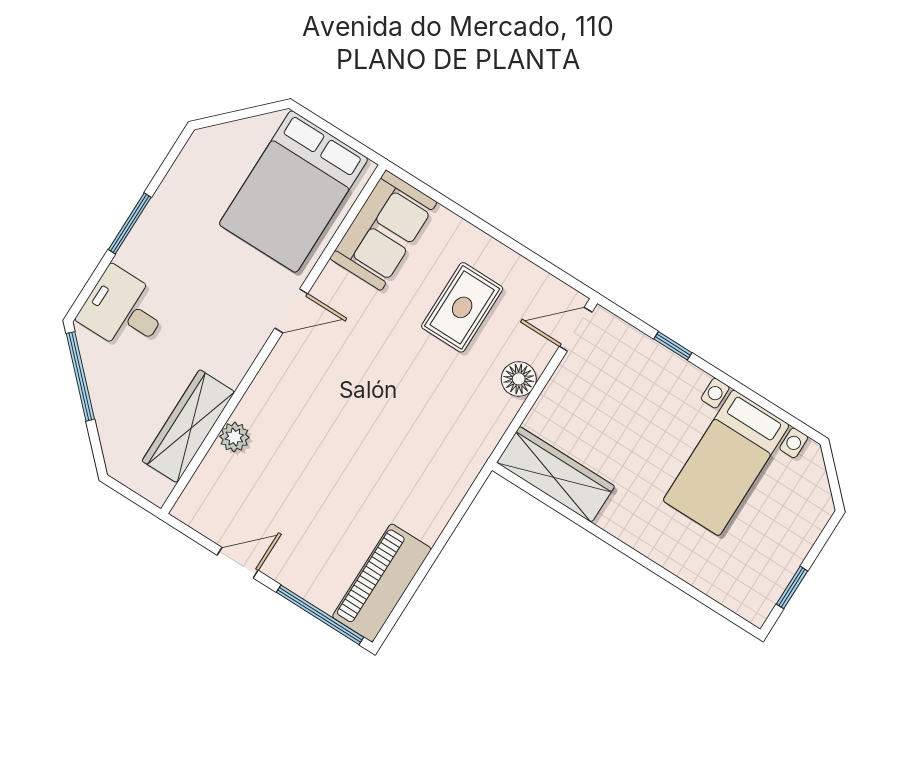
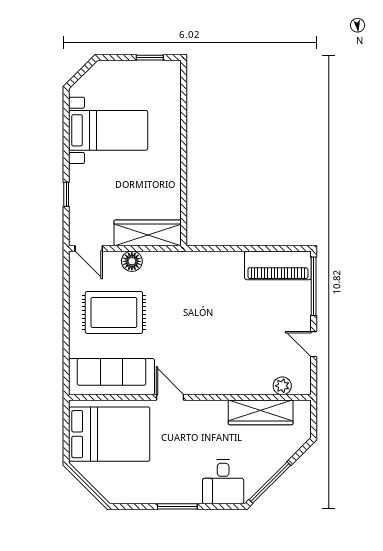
sofa: (383, 230) -> (111, 377), width x1.36
rug: (462, 307) -> (114, 312), width x1.36, depth x1.43
plant: (234, 437) -> (282, 386), moved
wardrobe: (556, 474) -> (148, 233), moved, turned 90

